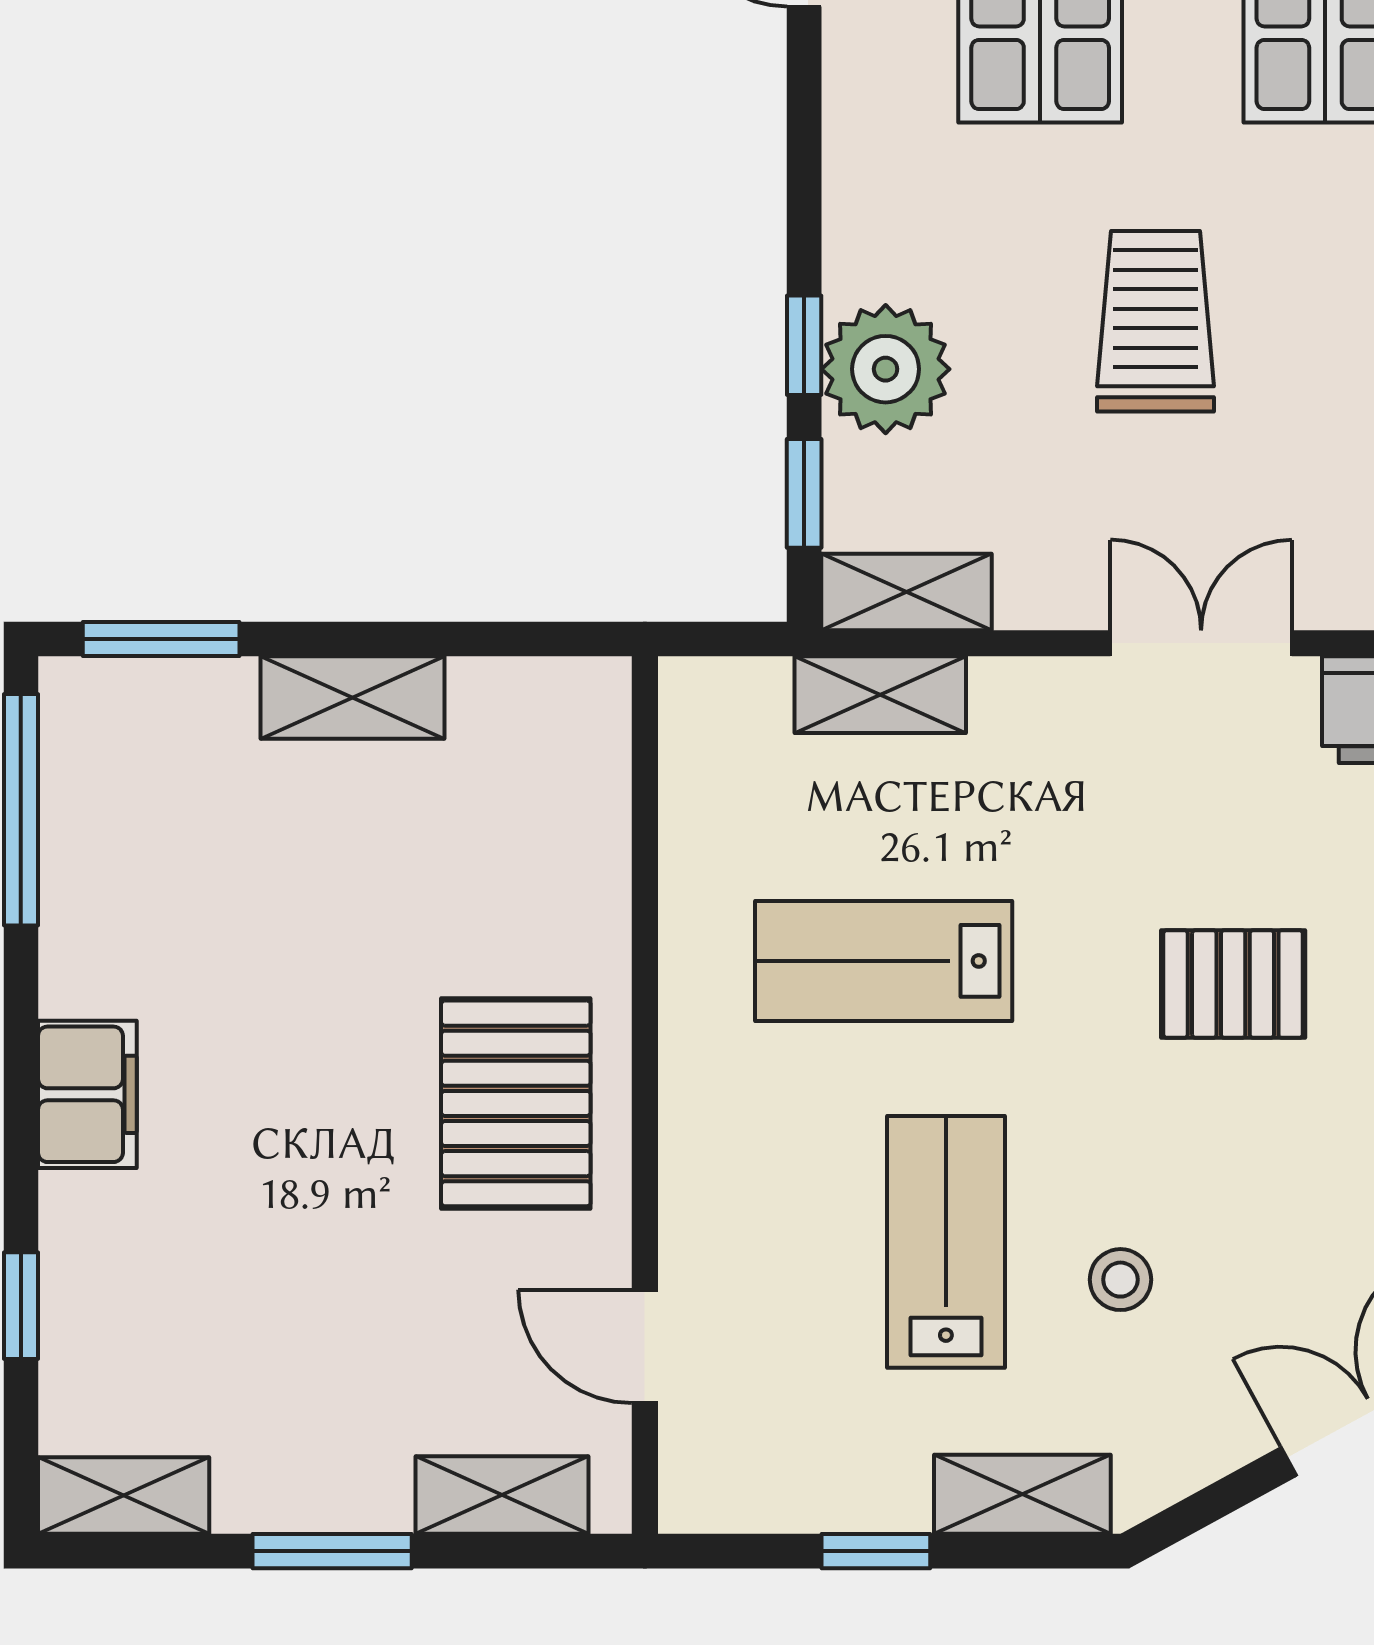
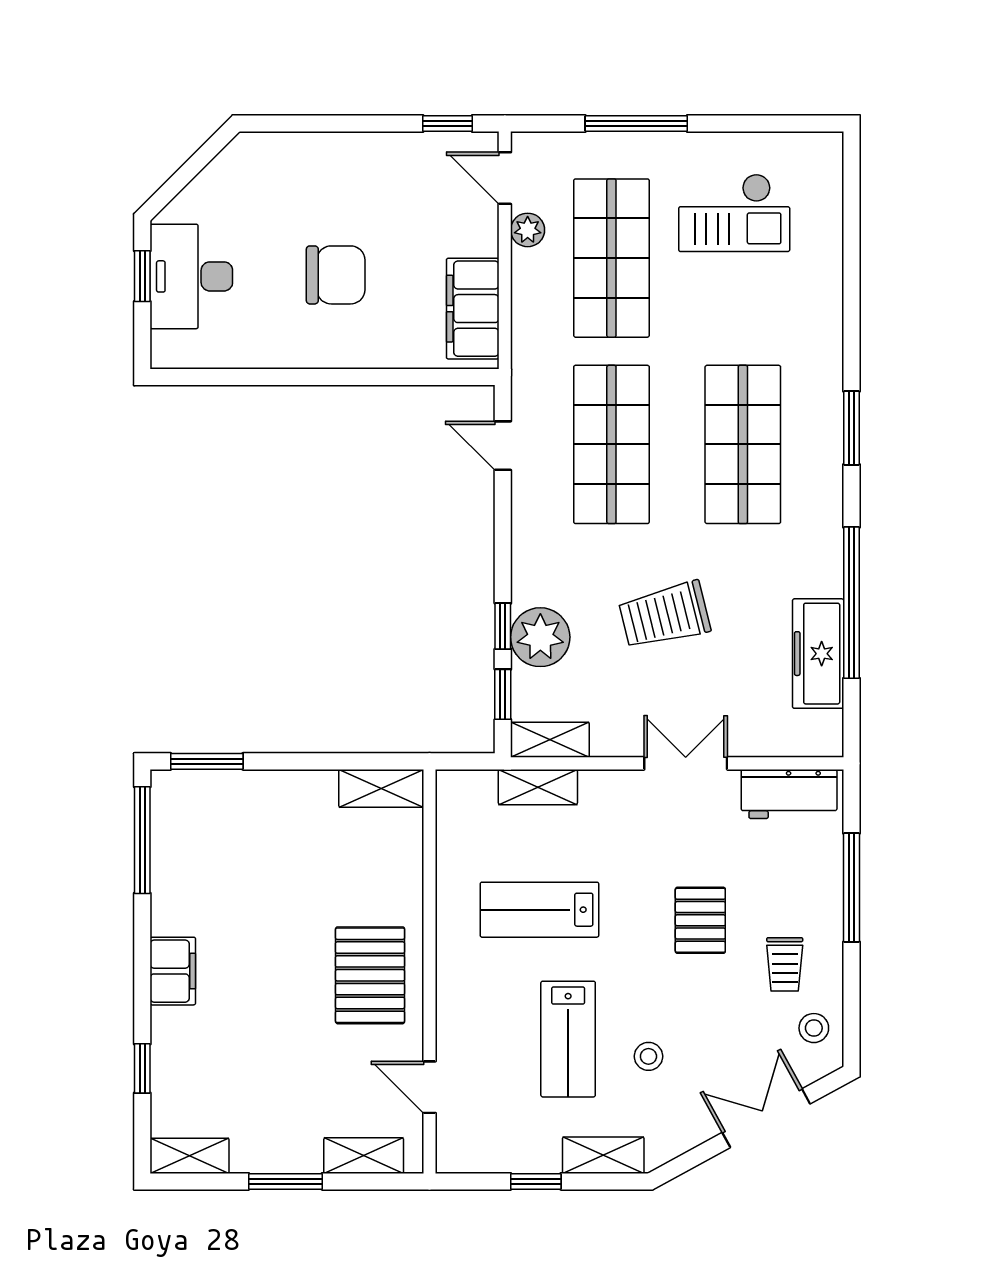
trolley: (1155, 321) -> (665, 615), turned -104
shelving: (352, 698) -> (381, 788), moved
pallet: (1233, 984) -> (700, 920), turned 90
lab bench: (946, 1242) -> (568, 1039), turned 180

